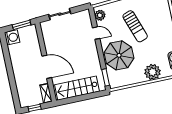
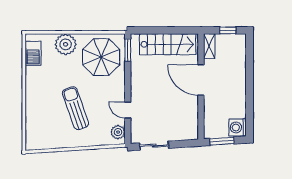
sliding door: (60, 14) -> (154, 146), moved
parasol: (119, 55) -> (101, 57), moved

